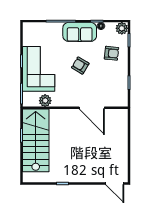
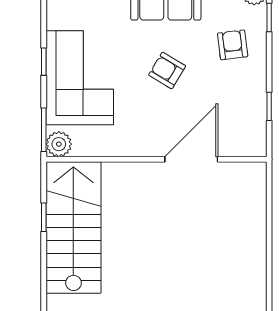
armchair: (111, 53) -> (233, 45), turned -103
plant: (45, 101) -> (59, 144), moved
door: (92, 108) -> (191, 159), swing flipped

